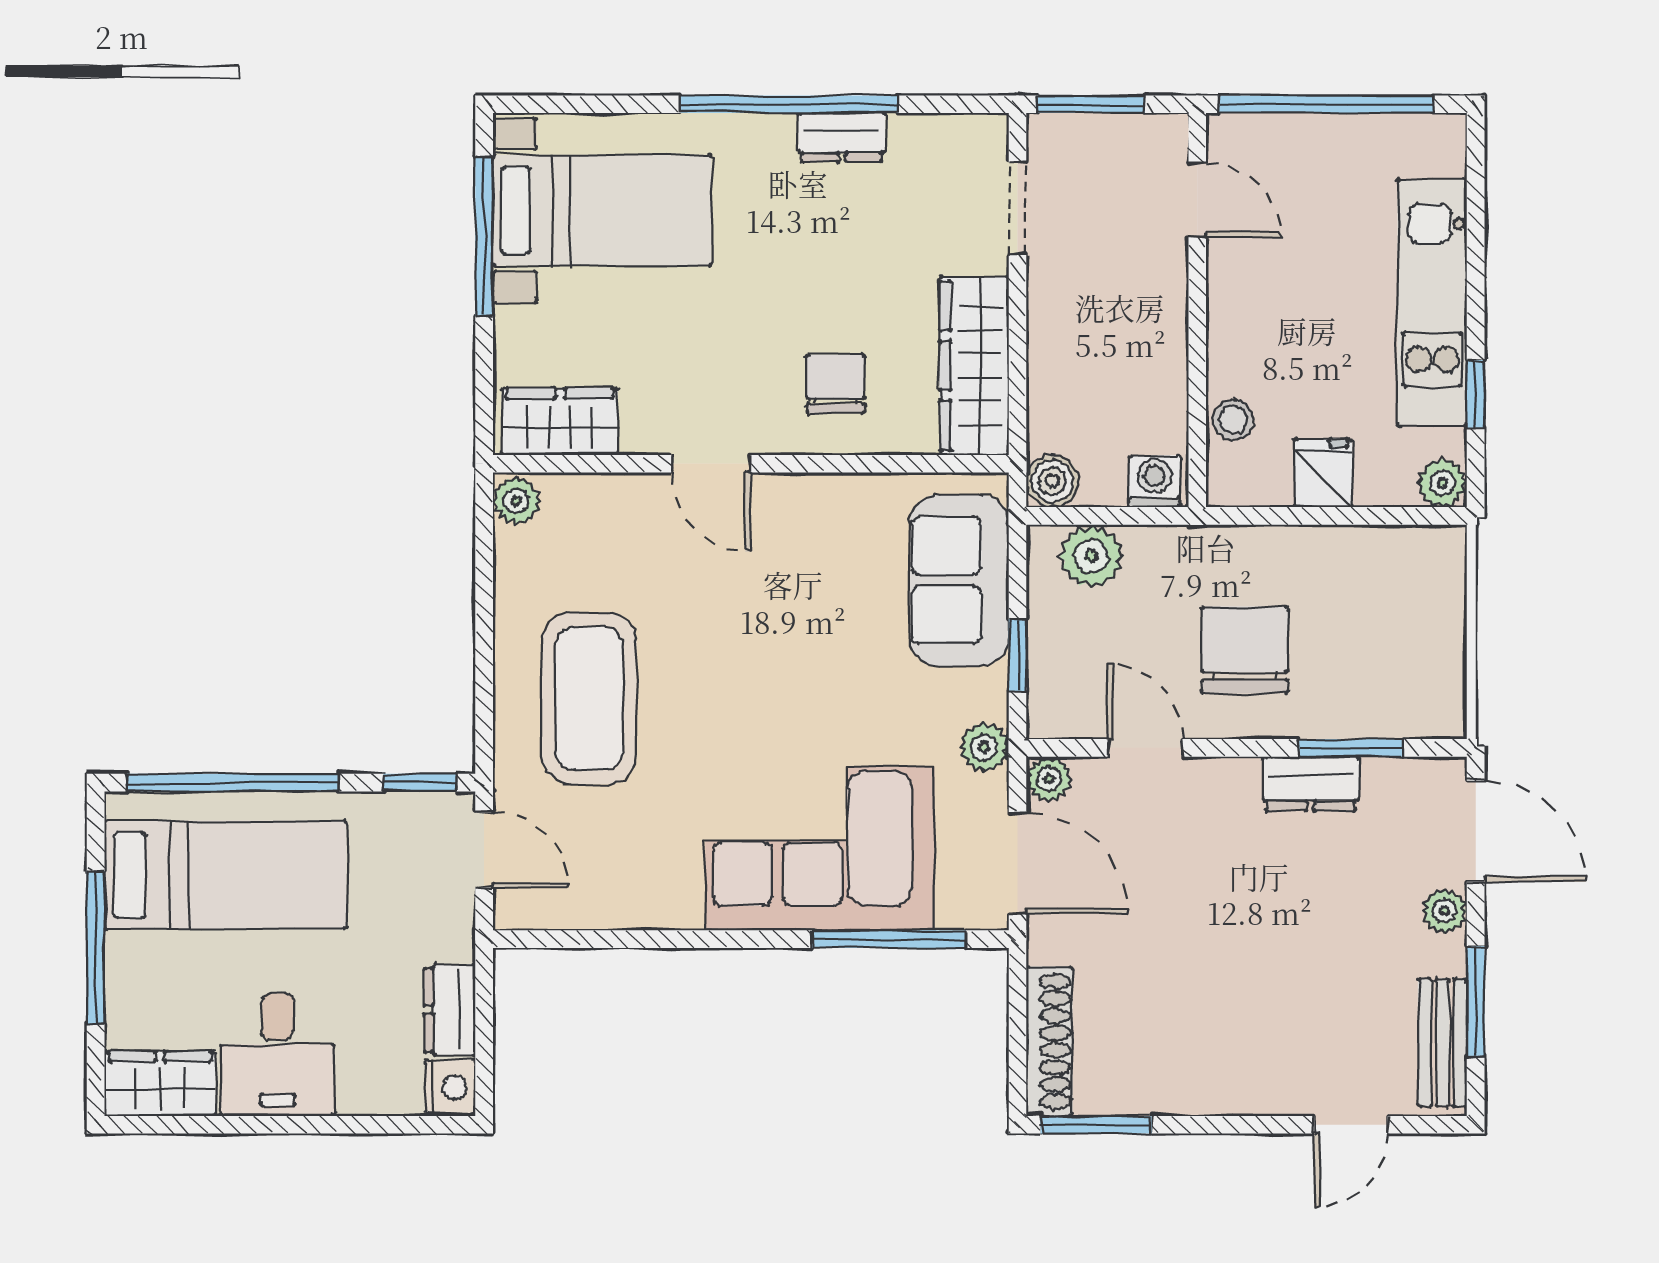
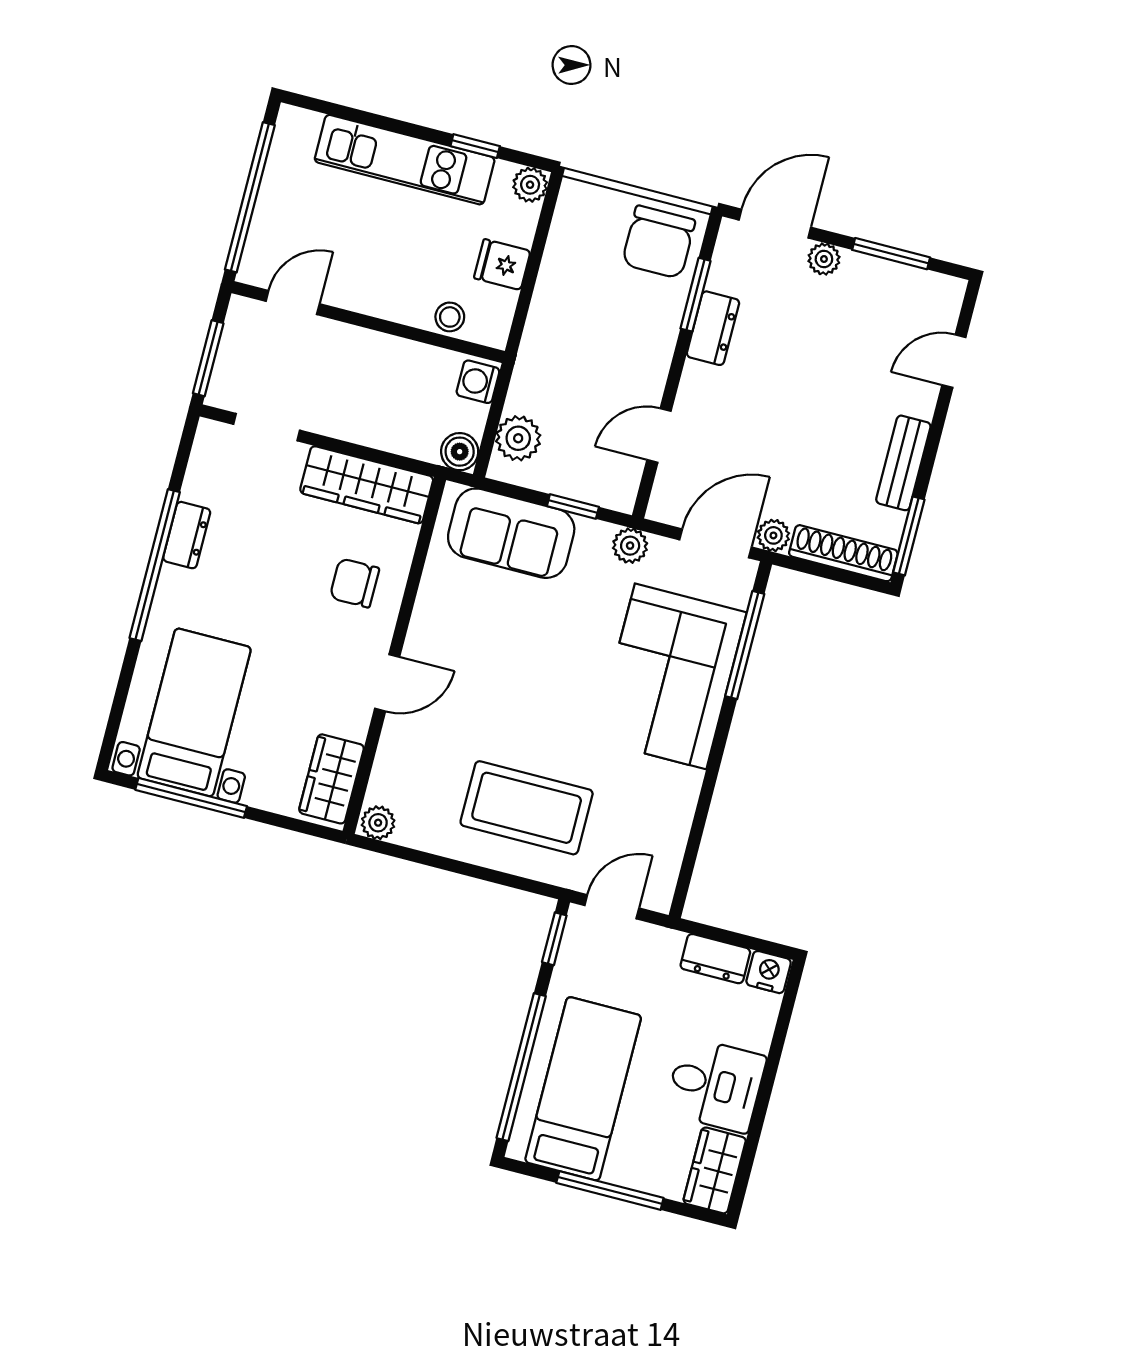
chair: (1245, 650) -> (659, 242), moved, turned -90
plant: (1049, 779) -> (773, 535), moved
bench: (1442, 1043) -> (903, 463), moved, turned 90
door: (1351, 1125) -> (954, 361), swing flipped

